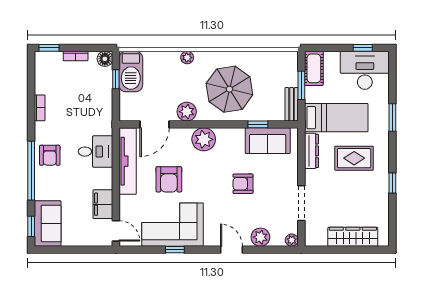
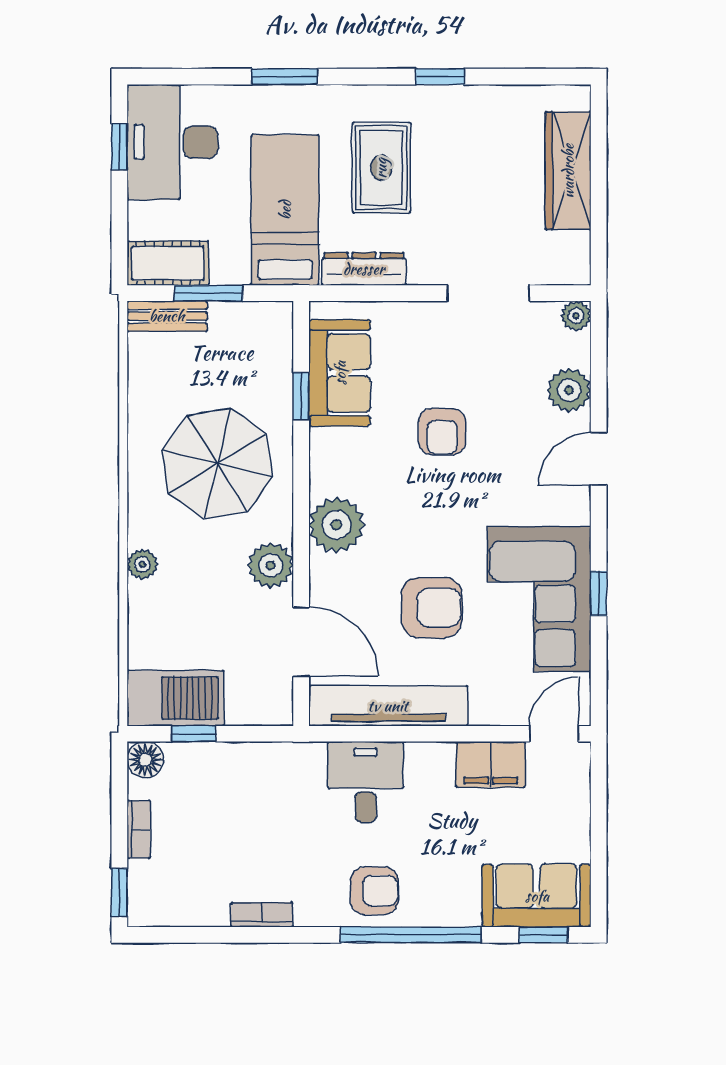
bench: (292, 104) -> (167, 316), moved

